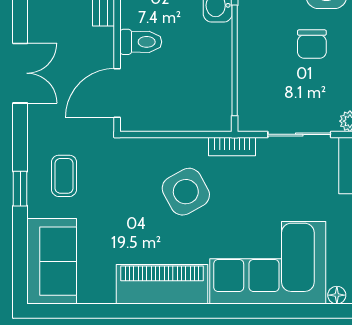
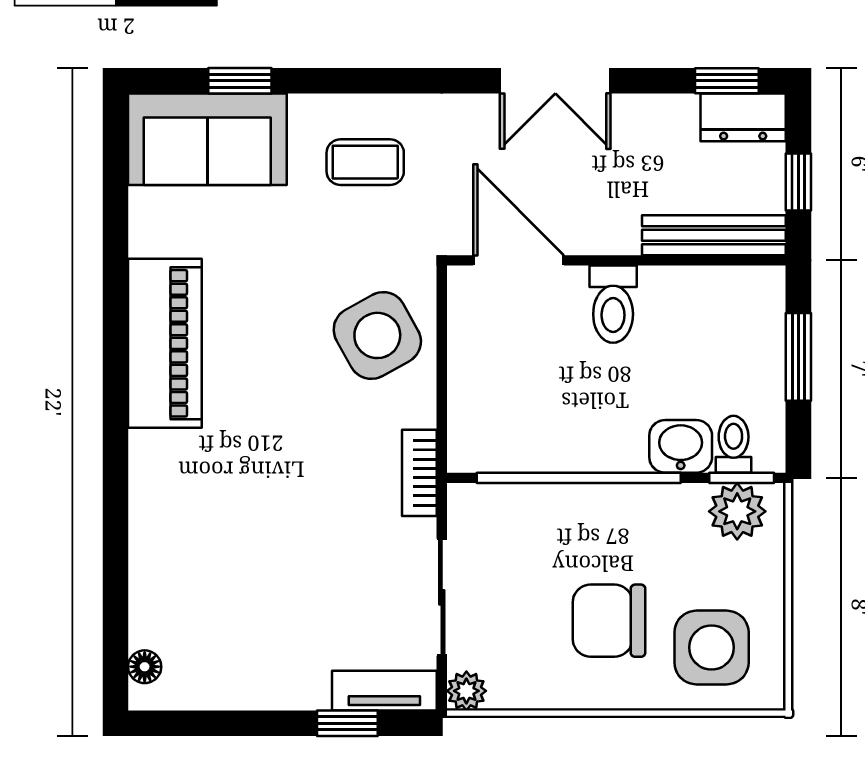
chair: (312, 44) -> (609, 621), width x1.37, depth x1.37
window: (20, 189) -> (240, 81), moved
side table: (186, 192) -> (377, 335), moved
corner sofa: (268, 263) -> (205, 539), removed

